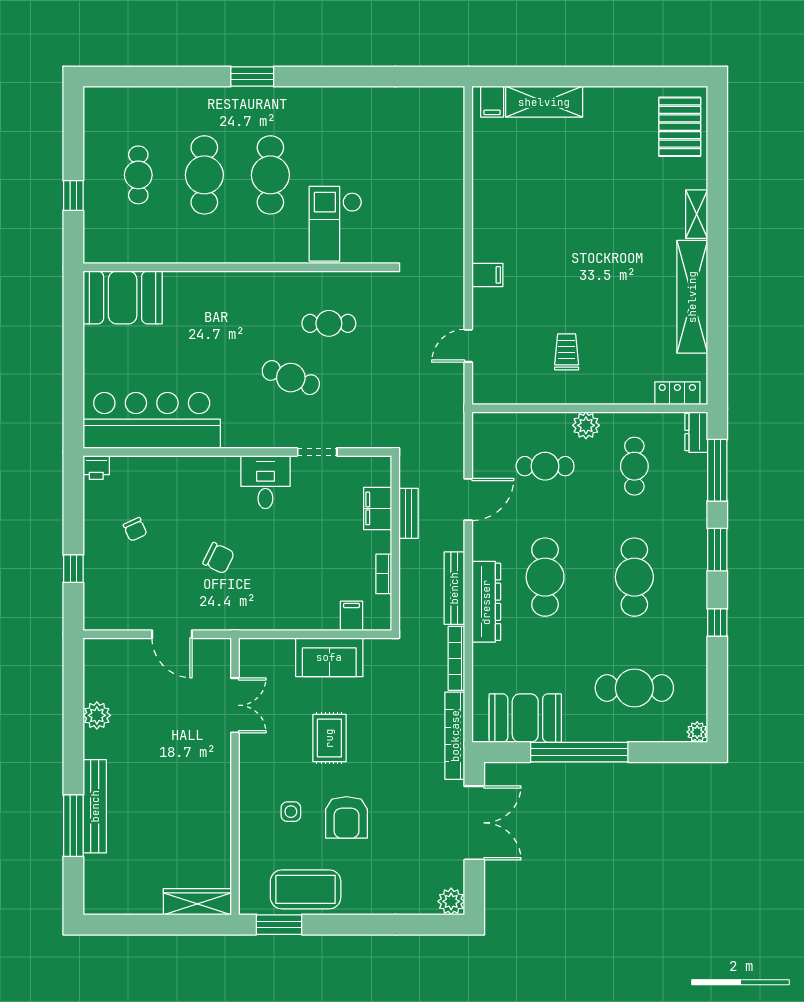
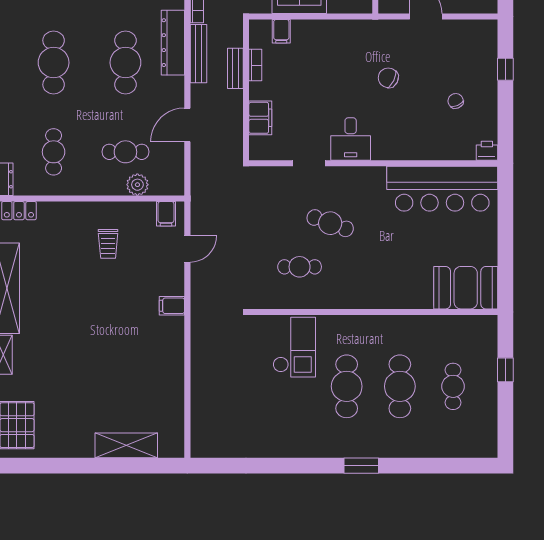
filing cabinet: (492, 102) -> (166, 214), moved, turned 180
plant: (586, 425) -> (137, 185), moved
bench: (409, 513) -> (235, 68), moved

